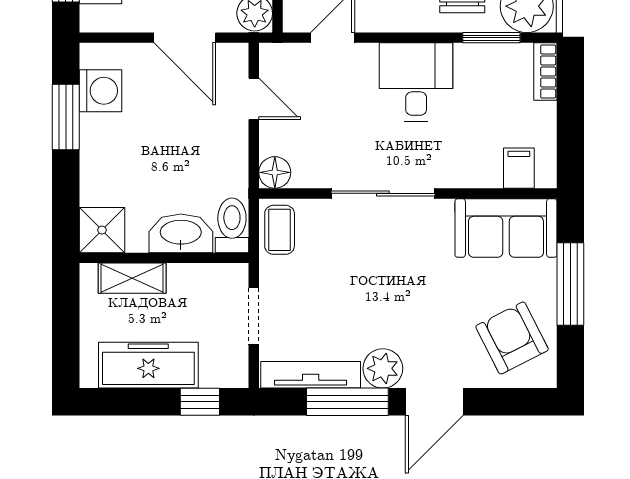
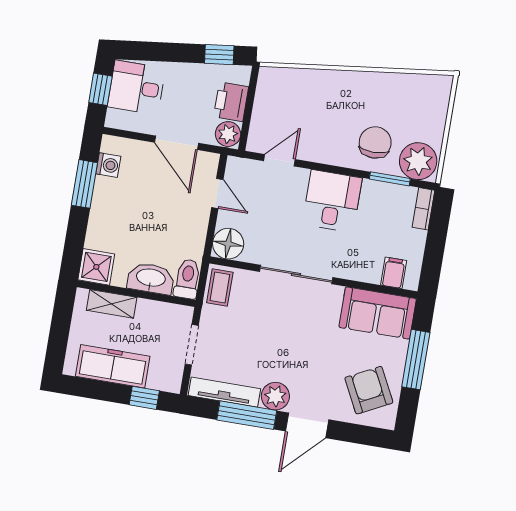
washing machine: (100, 91) -> (108, 165), width x0.73, depth x0.73
floor lamp: (275, 172) -> (228, 244), width x1.38, depth x1.38

